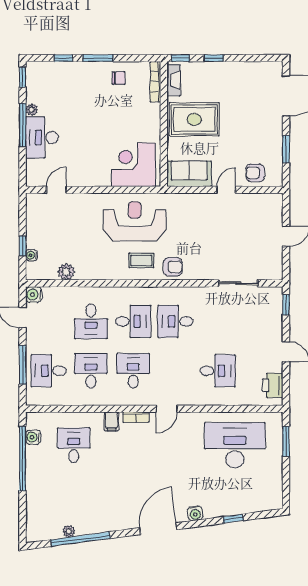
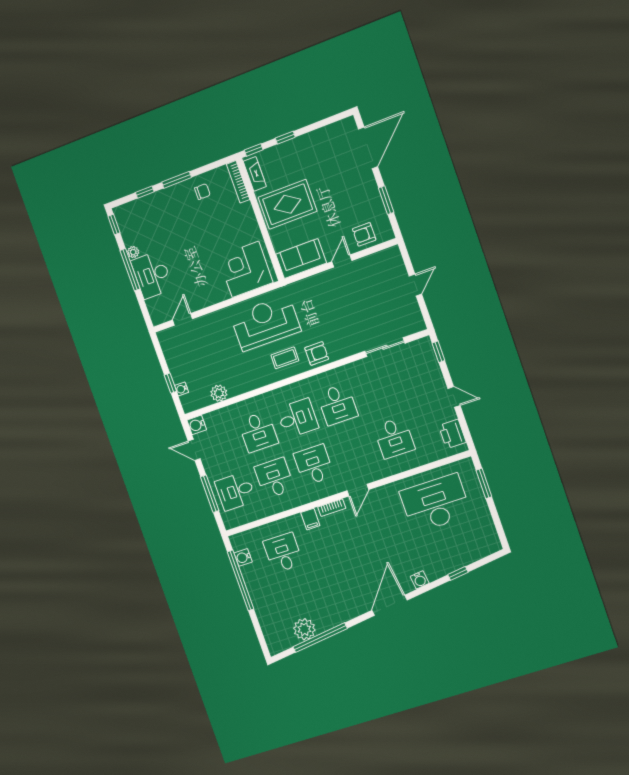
desk: (175, 321) -> (337, 405), turned -90
desk: (218, 371) -> (394, 438), turned 90
plant: (69, 531) -> (304, 629), width x1.87, depth x1.87

